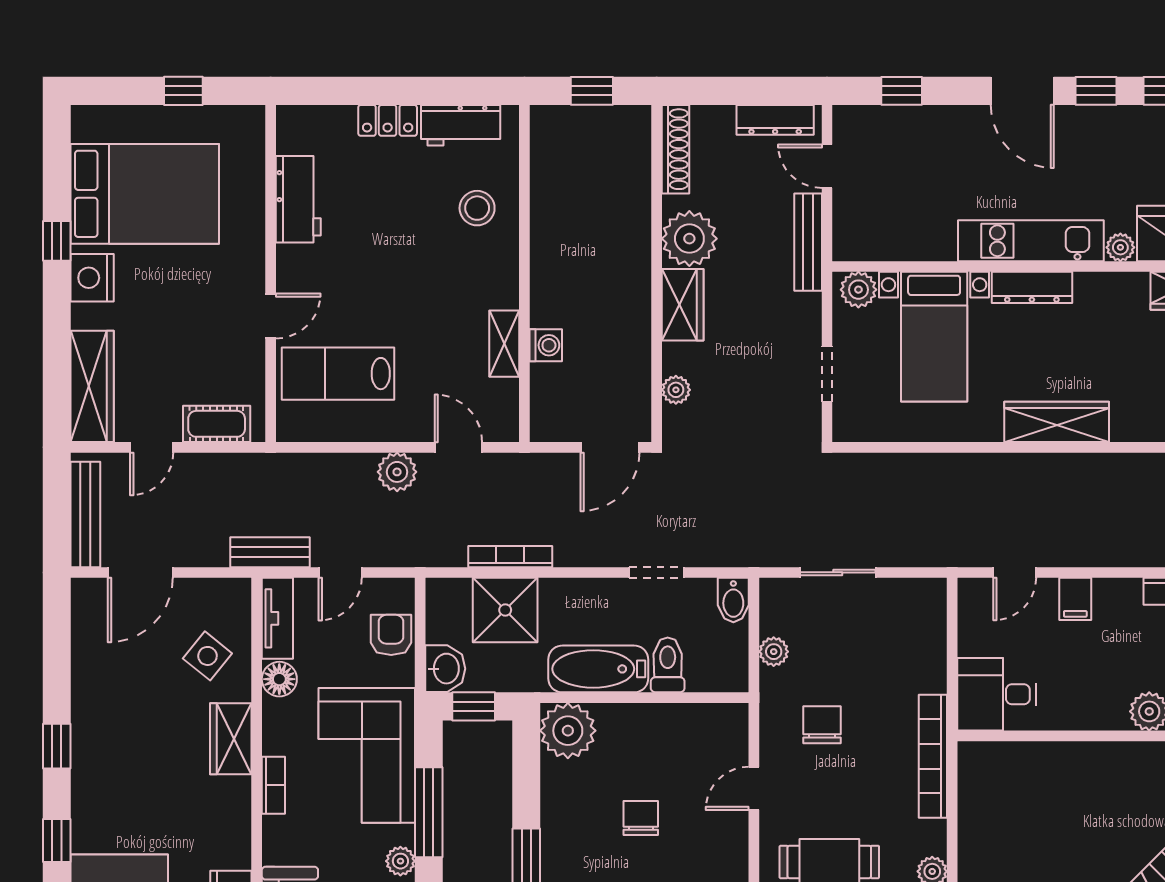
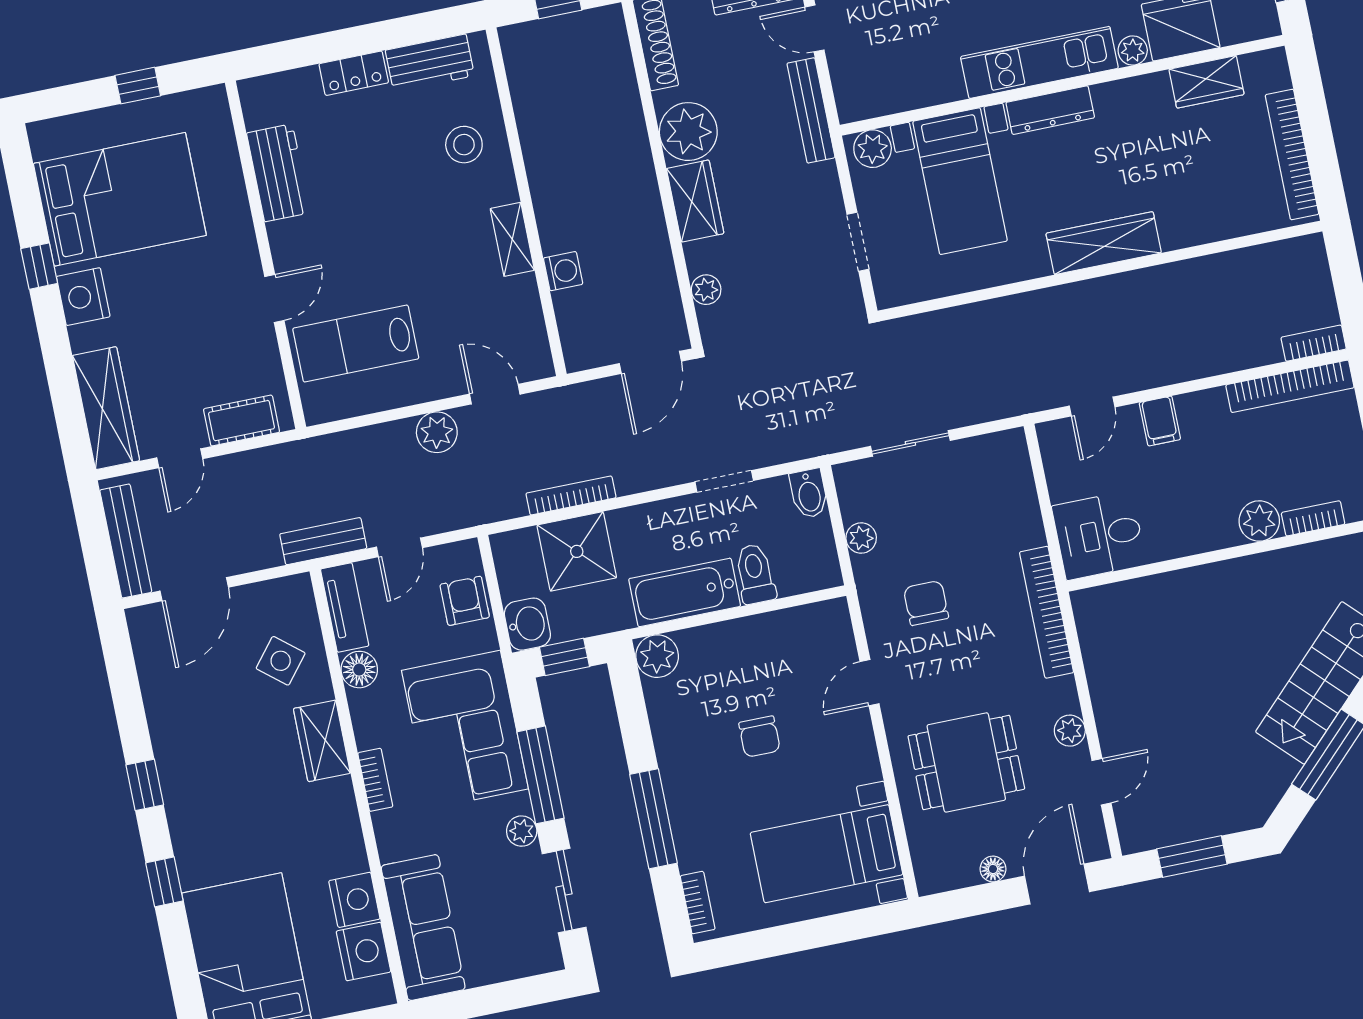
shelving: (504, 344) -> (512, 239), moved
plant: (568, 731) -> (657, 656), width x0.73, depth x0.73
chair: (641, 818) -> (759, 737), turned 180

